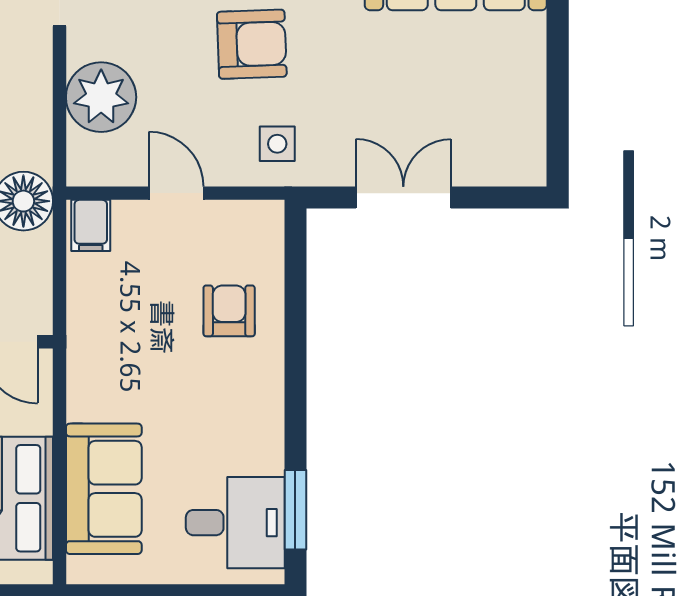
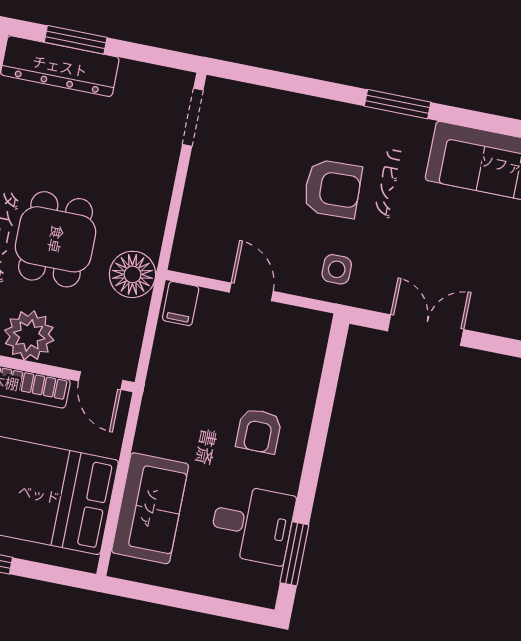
plant: (101, 97) -> (208, 206), removed
armchair: (229, 311) -> (259, 431), moved, turned 180
desk: (235, 523) -> (252, 524), moved

